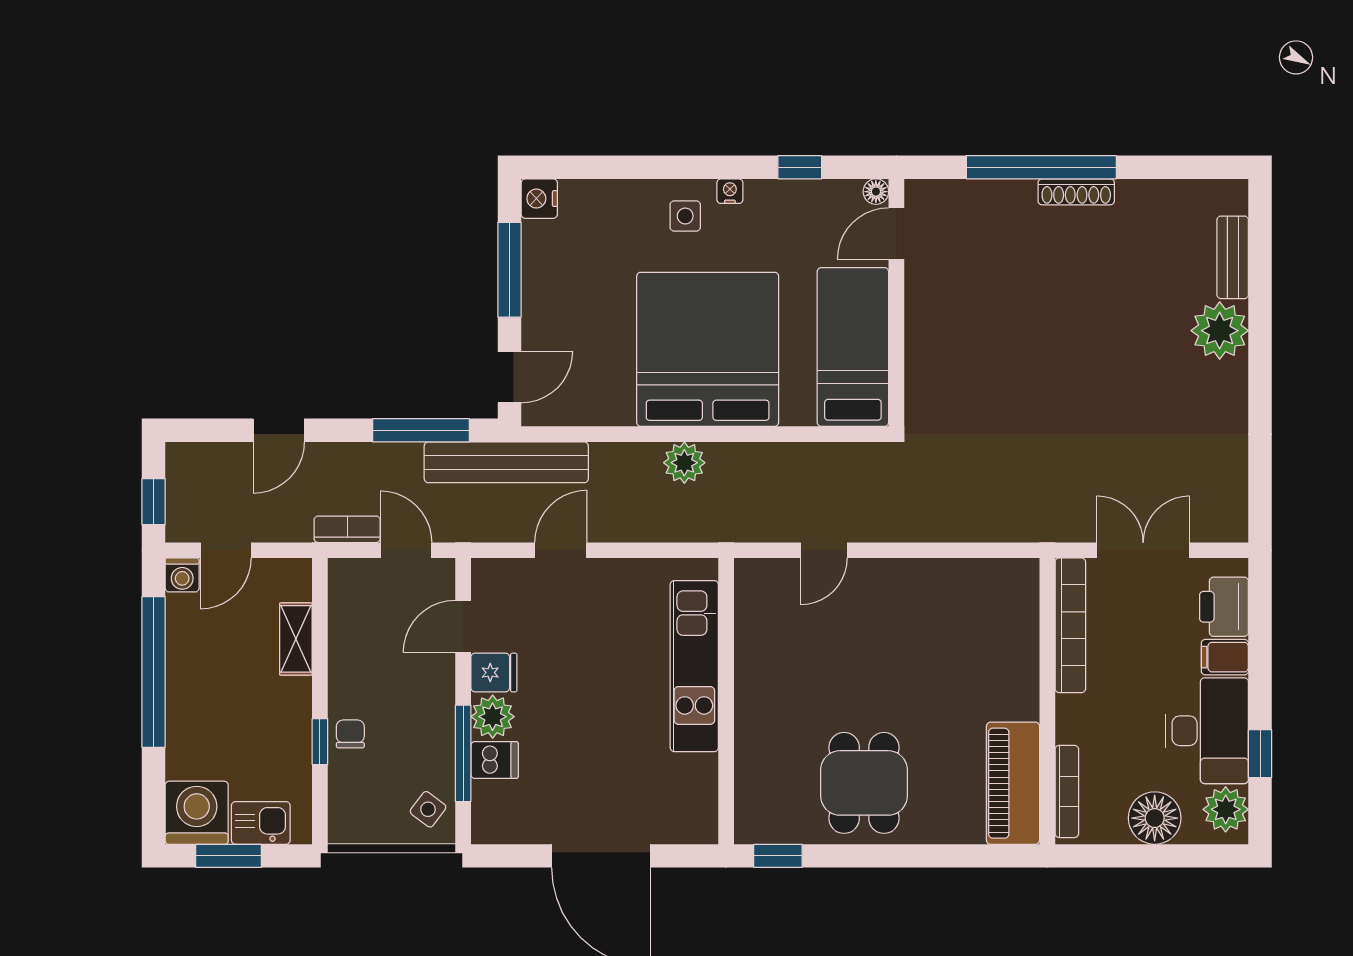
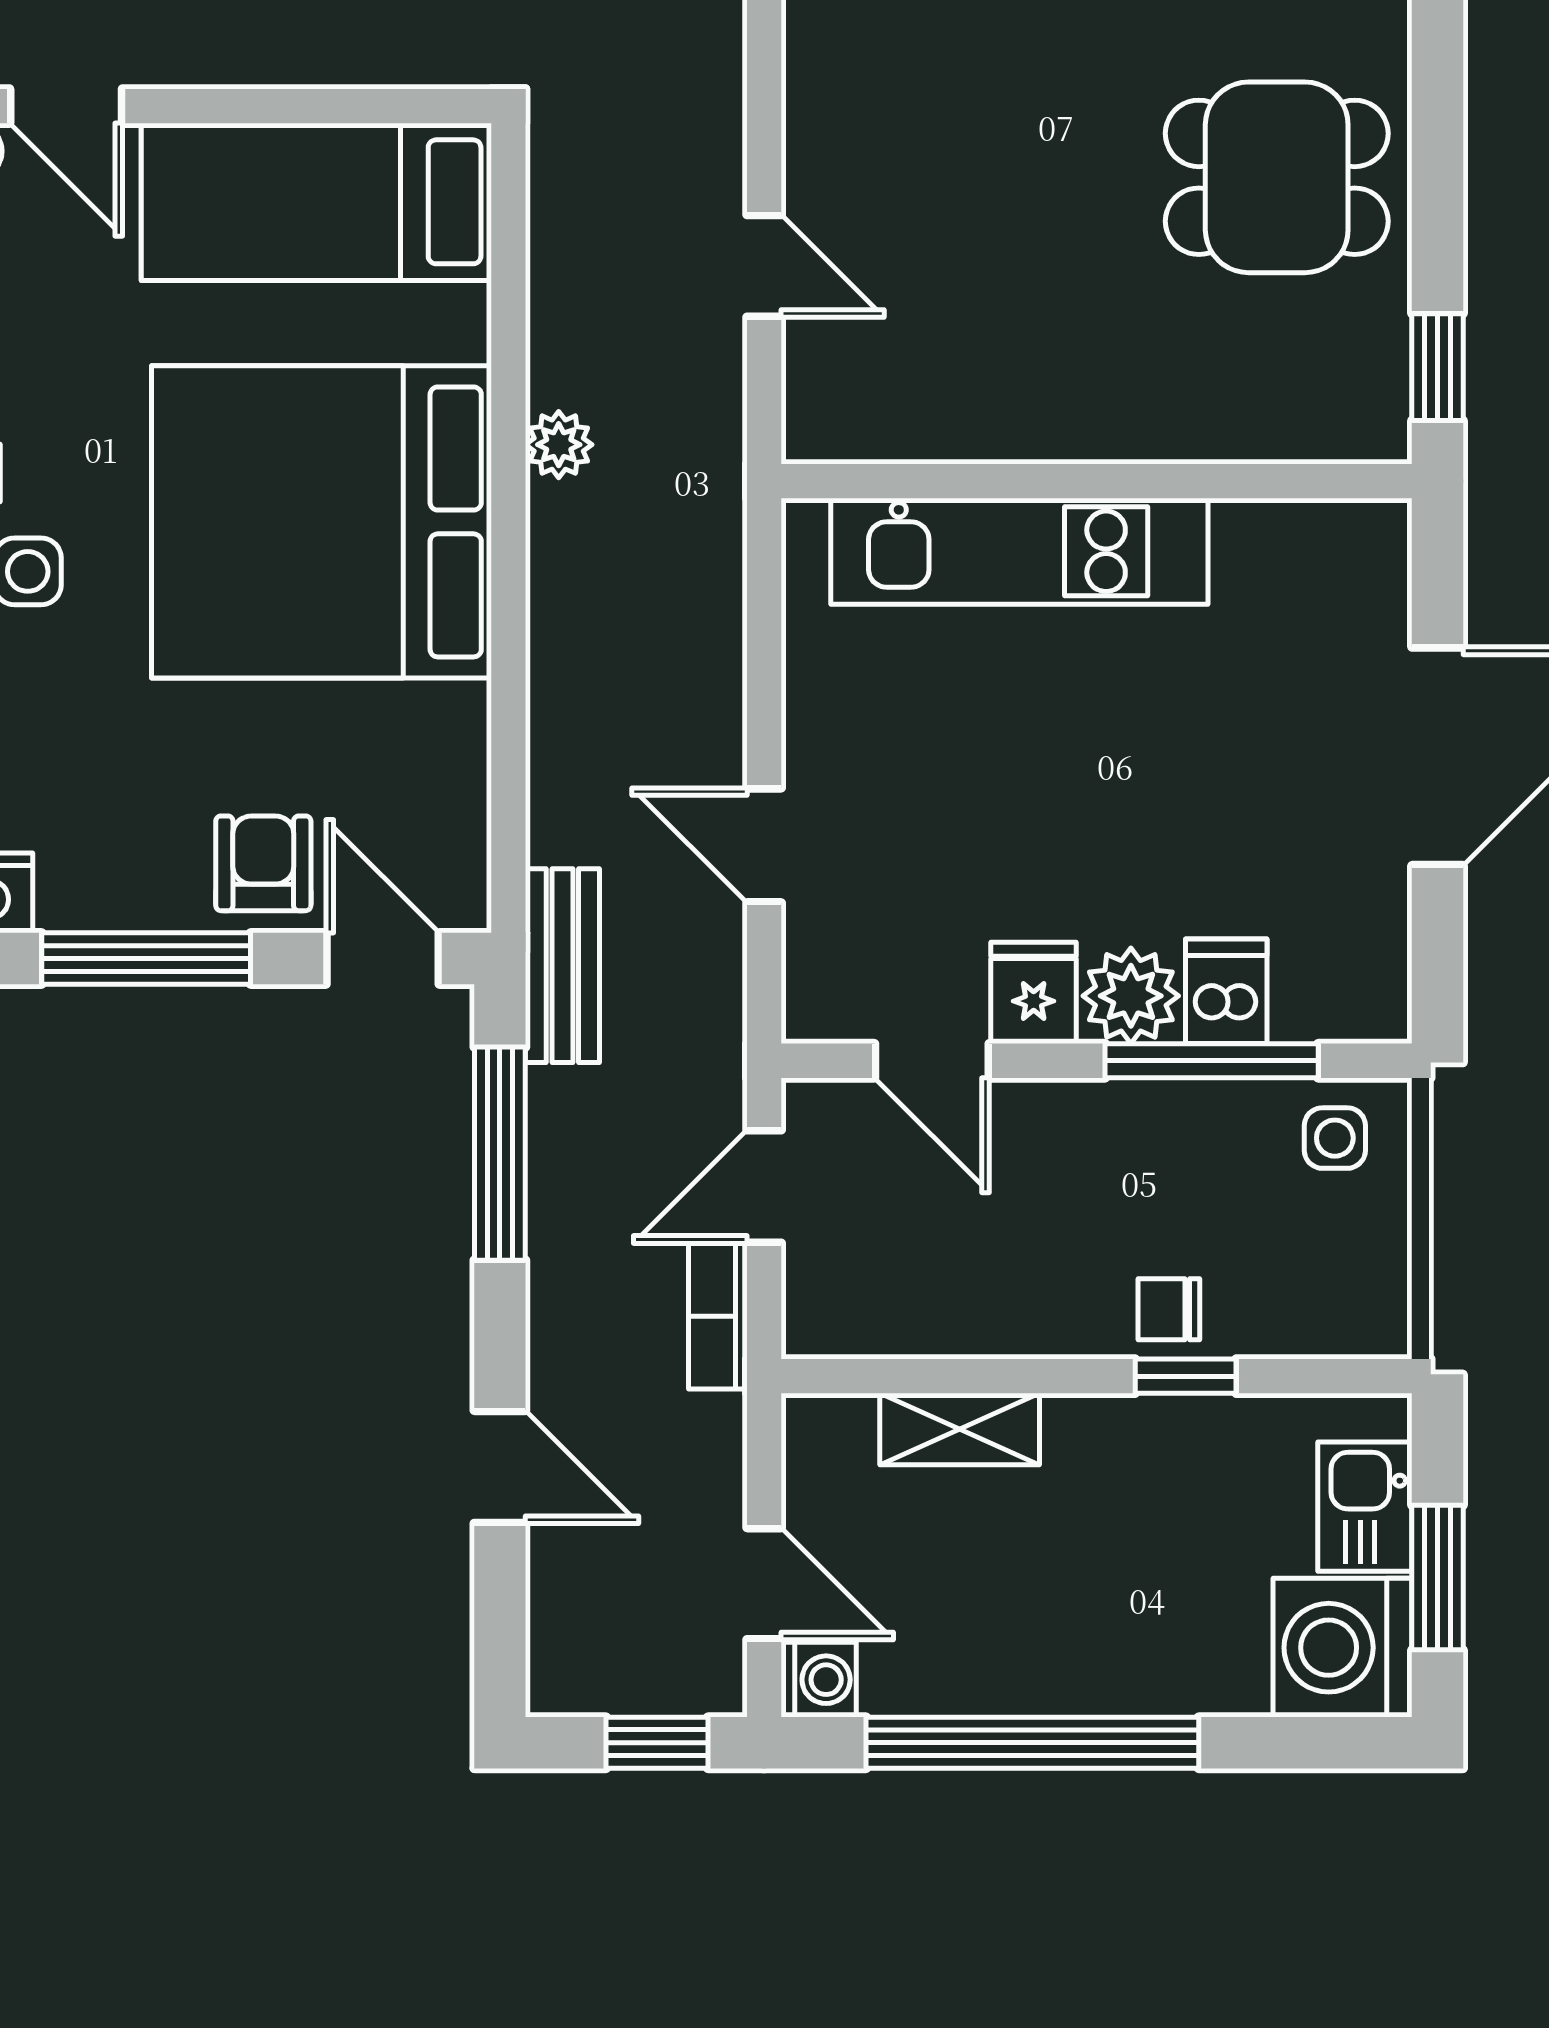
armchair: (553, 323) -> (263, 863), added
bench: (506, 462) -> (562, 966), width x0.54, depth x0.82
plant: (684, 463) -> (559, 445), moved, width x0.73, depth x0.73
side table: (428, 809) -> (1335, 1138), turned -37

